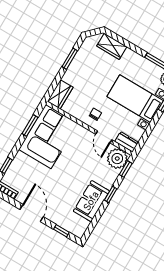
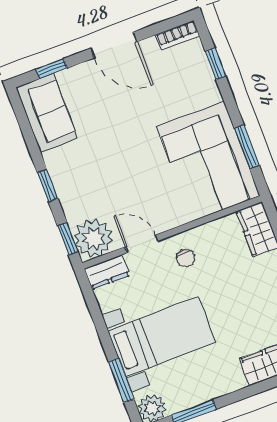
sofa: (91, 201) -> (47, 113), moved

